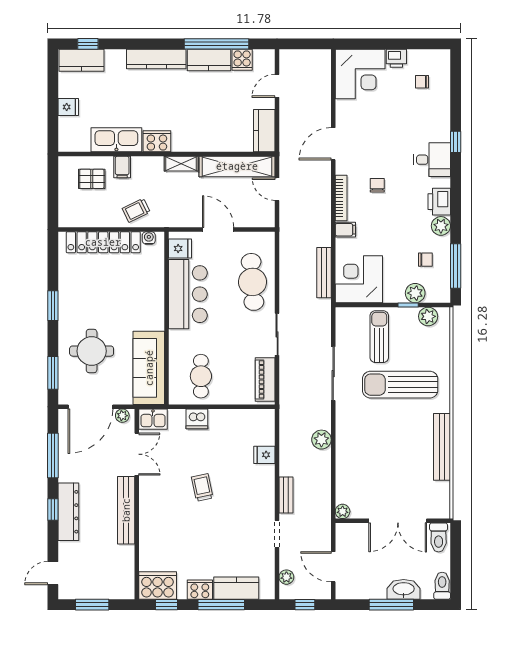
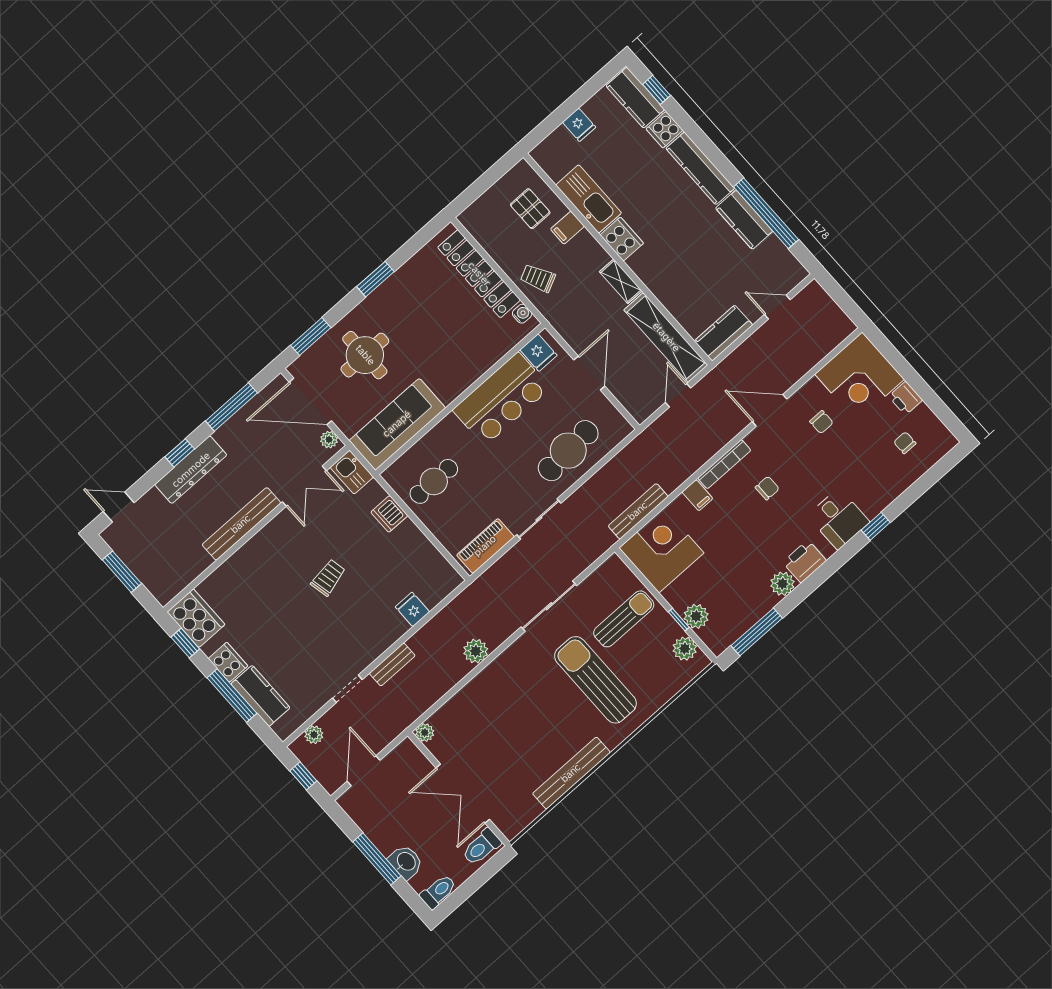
cooker: (242, 60) -> (664, 130), moved
chair: (425, 260) -> (821, 422), moved
washbasin: (404, 589) -> (406, 862), width x0.72

